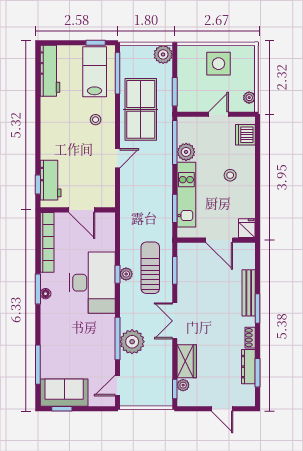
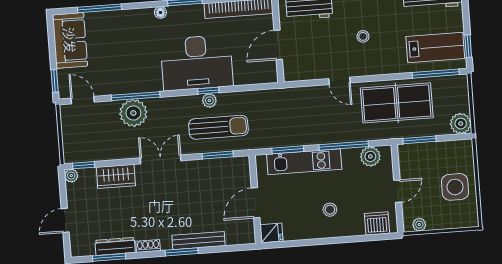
door: (218, 114) -> (398, 191), hinge flipped
stool: (96, 120) -> (363, 36), moved
window: (175, 142) -> (344, 146), moved
plant: (186, 152) -> (370, 156), moved
floor lamp: (46, 294) -> (160, 12), moved
plant: (183, 385) -> (71, 176), moved
window: (62, 409) -> (55, 81), moved

